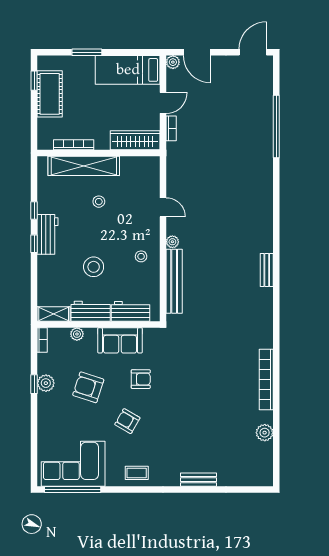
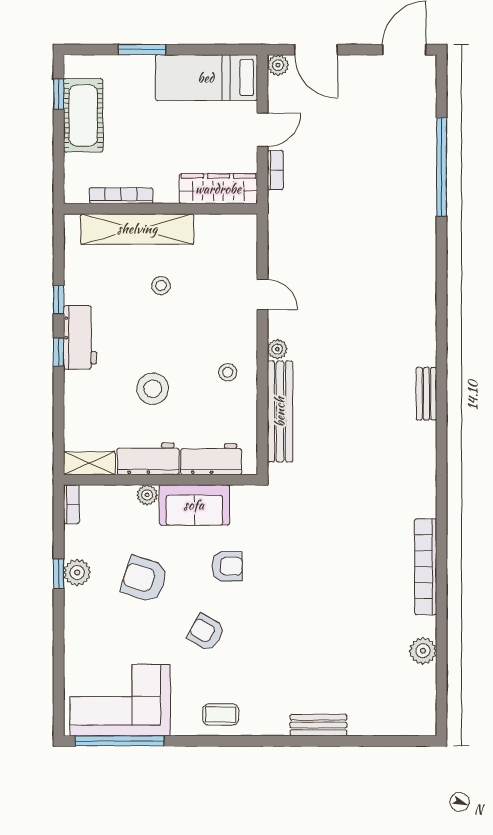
plant: (77, 334) -> (147, 495), moved

